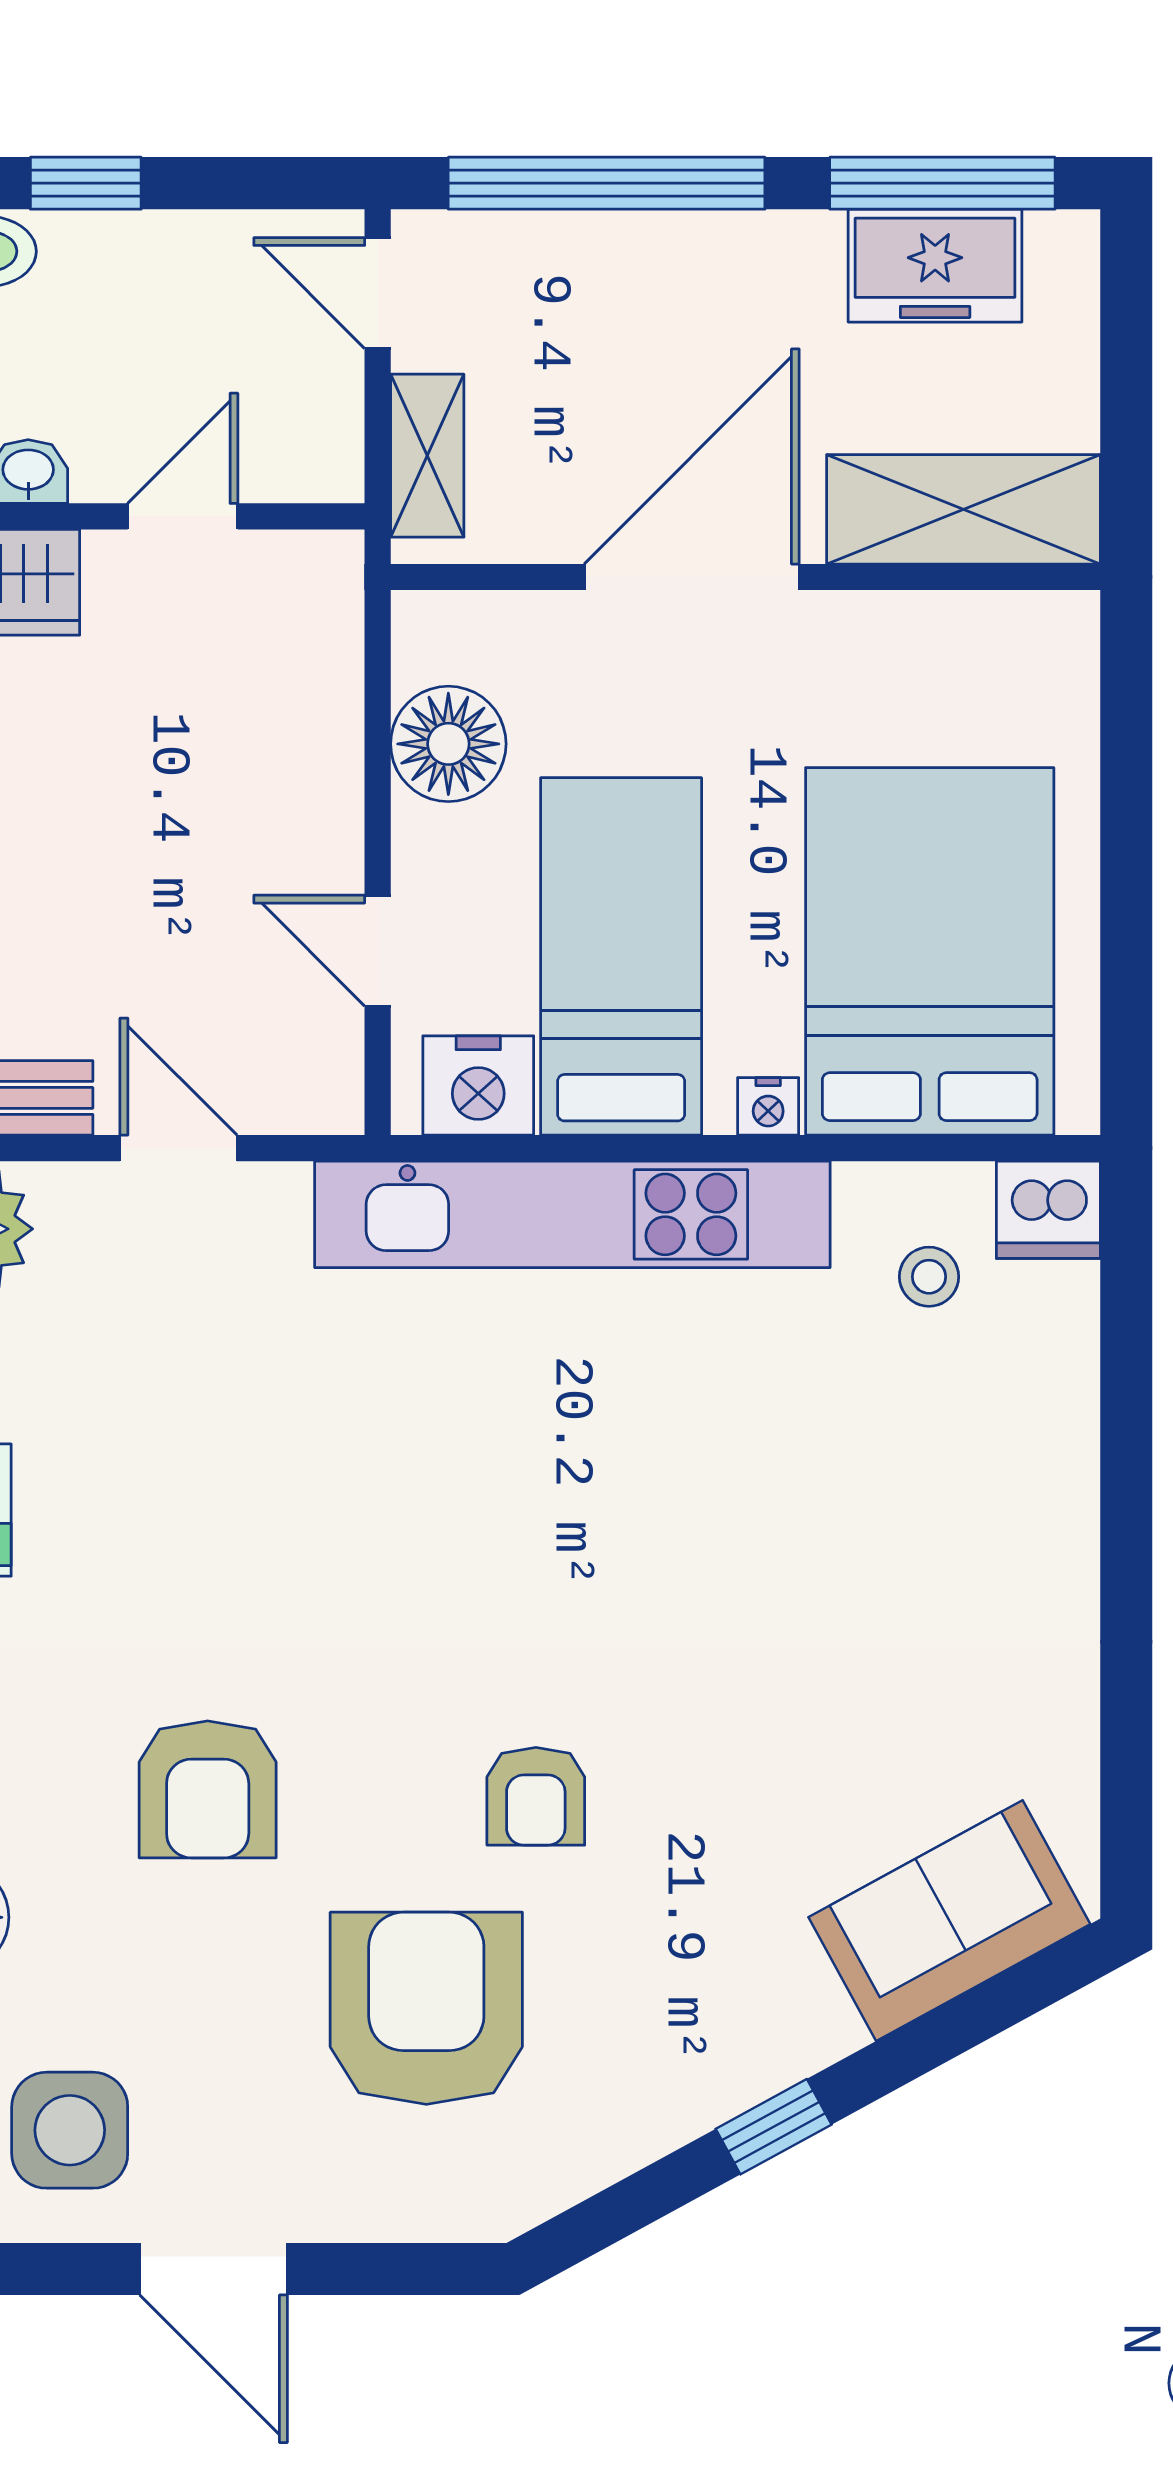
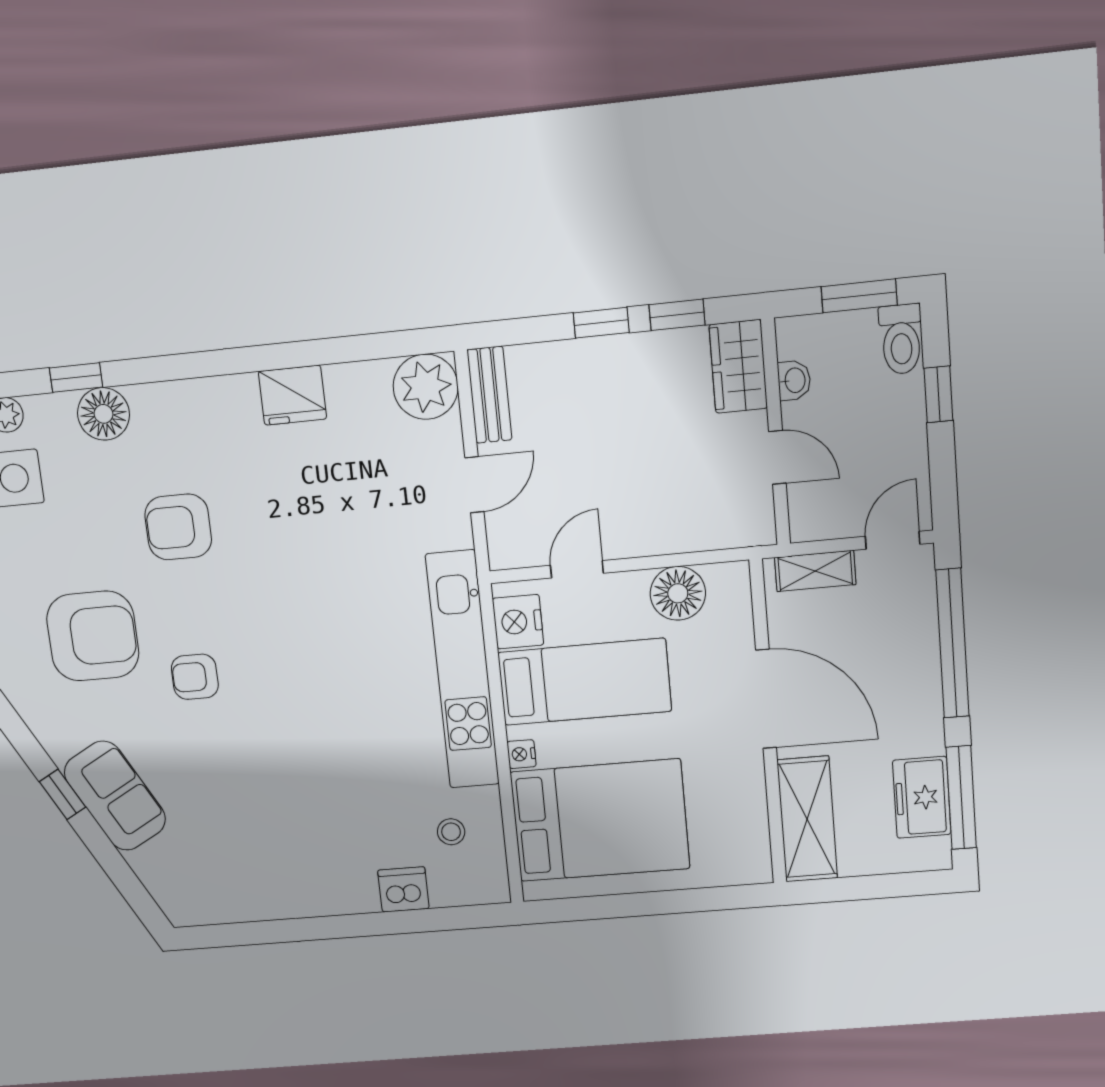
dishwasher: (1048, 1210) -> (403, 889), moved, turned 90
sofa: (949, 1921) -> (115, 796), moved

